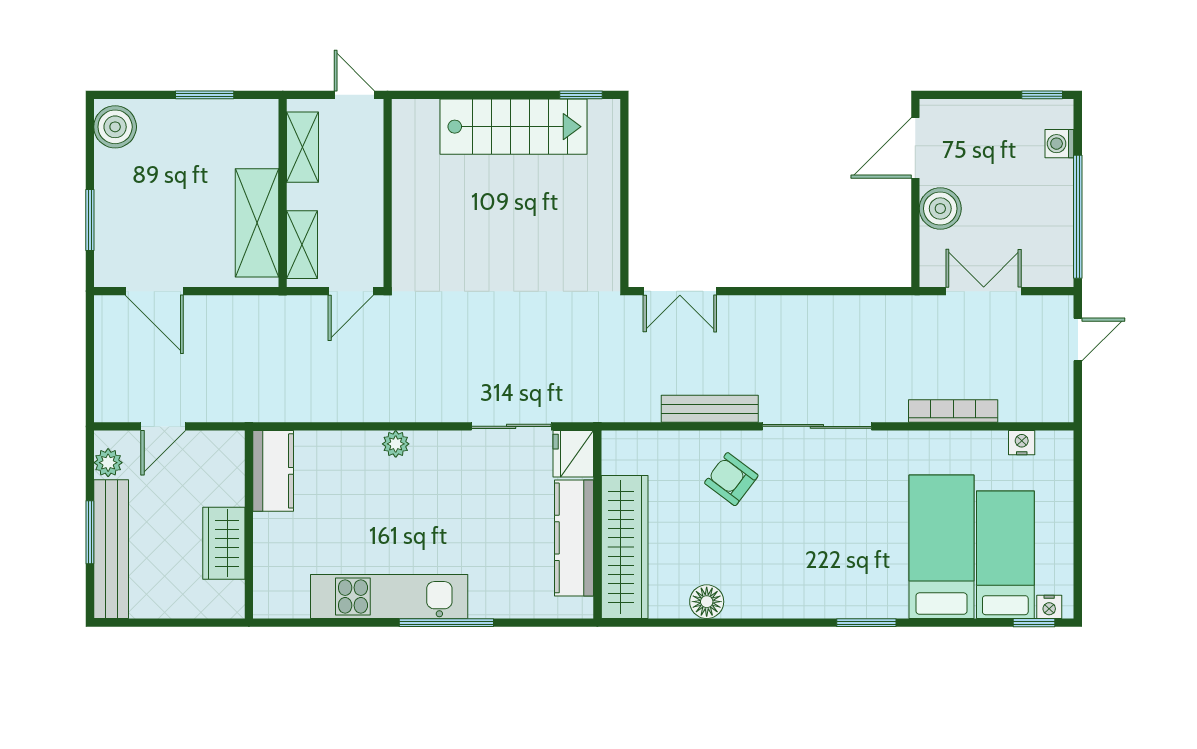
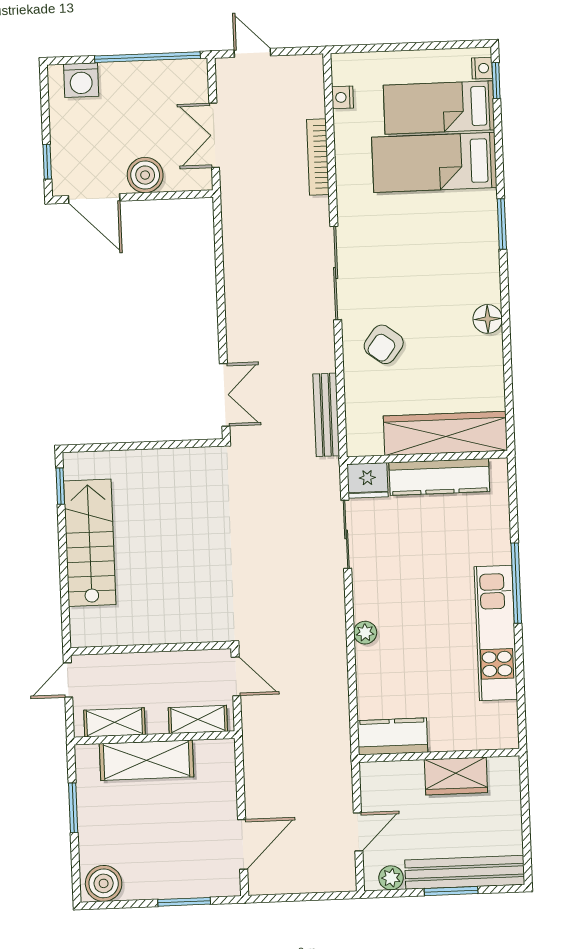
window: (1042, 95) -> (47, 162), moved
washing machine: (1059, 144) -> (81, 80), width x1.38, depth x1.38
shelving: (257, 223) -> (146, 760), moved
bench: (710, 409) -> (326, 415), moved
door: (163, 426) -> (358, 832), hinge flipped
floor lamp: (707, 602) -> (488, 319), moved

